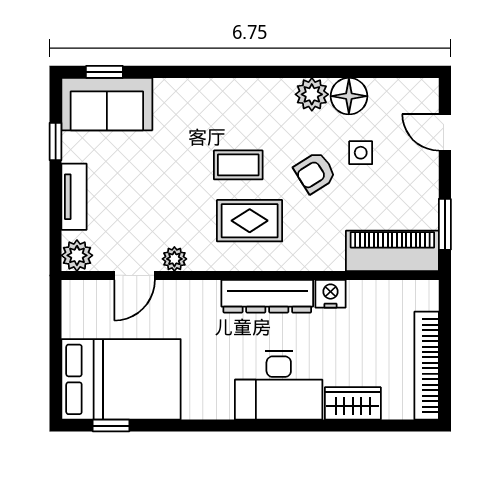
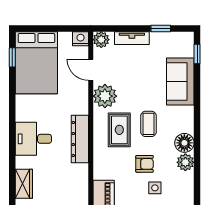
floor lamp: (349, 96) -> (184, 143), moved
sofa: (107, 104) -> (180, 82), moved
armchair: (315, 172) -> (145, 164), turned 122
plant: (174, 259) -> (105, 96), width x1.87, depth x1.87
nightstand: (331, 294) -> (81, 39), moved, turned -90
desk: (279, 385) -> (33, 139), width x0.73

